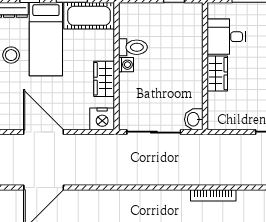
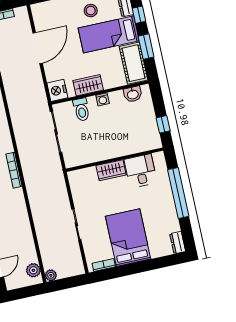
toilet: (133, 47) -> (81, 110), moved
washbasin: (194, 119) -> (133, 94), moved, turned 180
bookcase: (213, 195) -> (14, 170), moved

